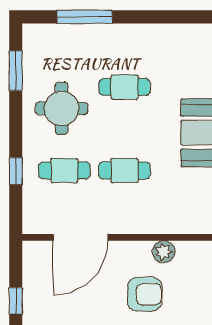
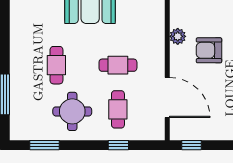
cafe table: (124, 170) -> (118, 65), turned 90
armchair: (145, 294) -> (209, 50), turned -90
window: (16, 301) -> (191, 145), moved

